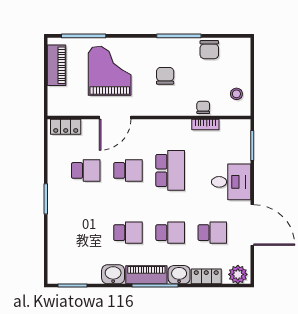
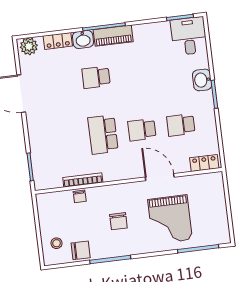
chair: (209, 50) -> (81, 250), turned 90
piano: (57, 65) -> (220, 219), removed
stool: (236, 94) -> (57, 243), moved
door: (115, 117) -> (160, 177), hinge flipped
bookcase: (205, 125) -> (83, 180), width x1.56
desk: (231, 182) -> (189, 36), moved, turned 90
school desk: (128, 233) -> (135, 72), removed
school desk: (212, 233) -> (57, 82), removed
washbasin: (113, 274) -> (202, 80), moved, turned 90

